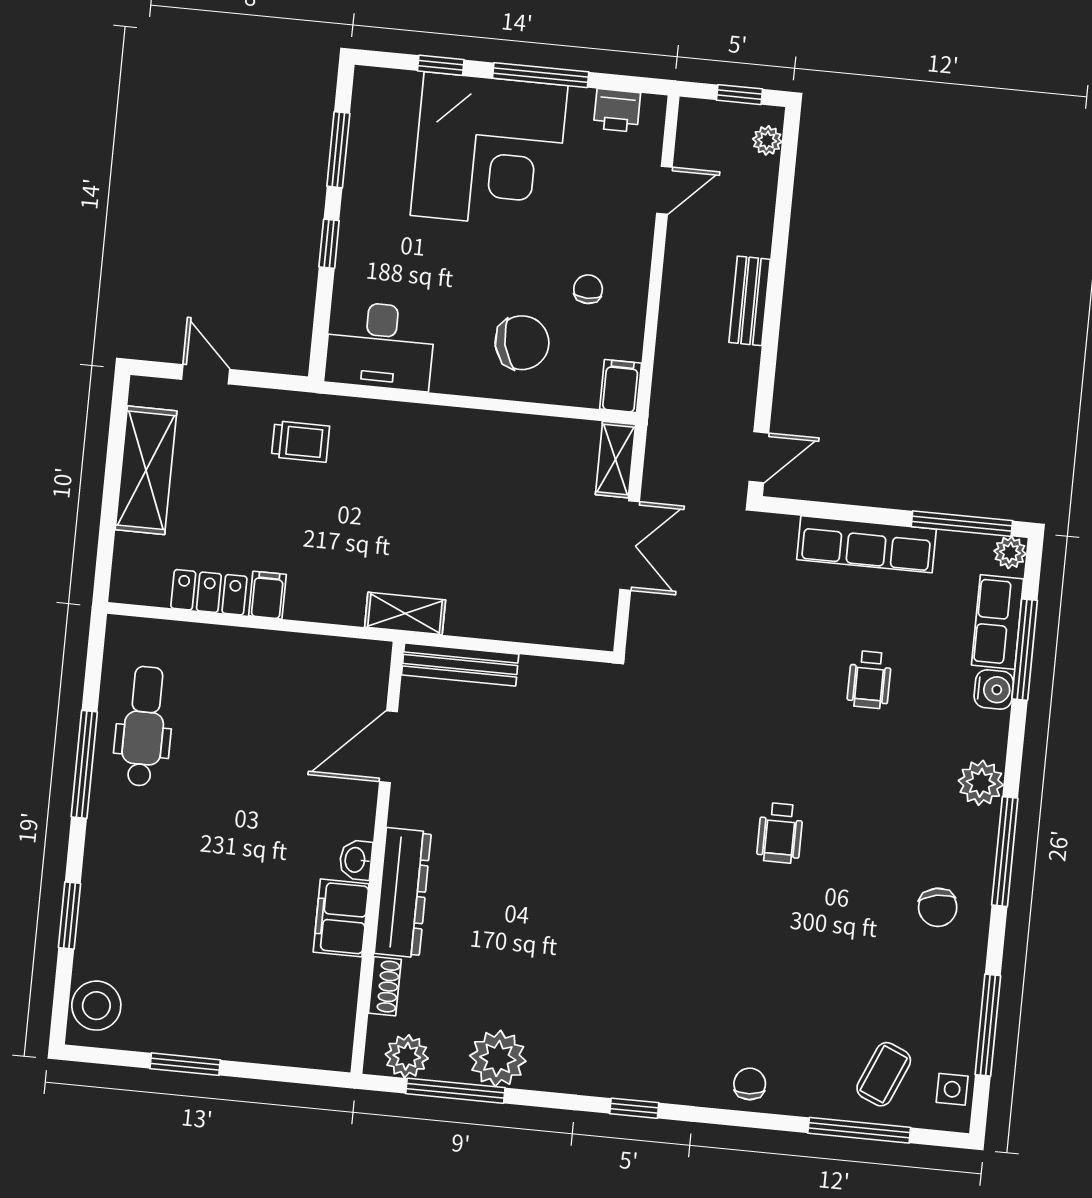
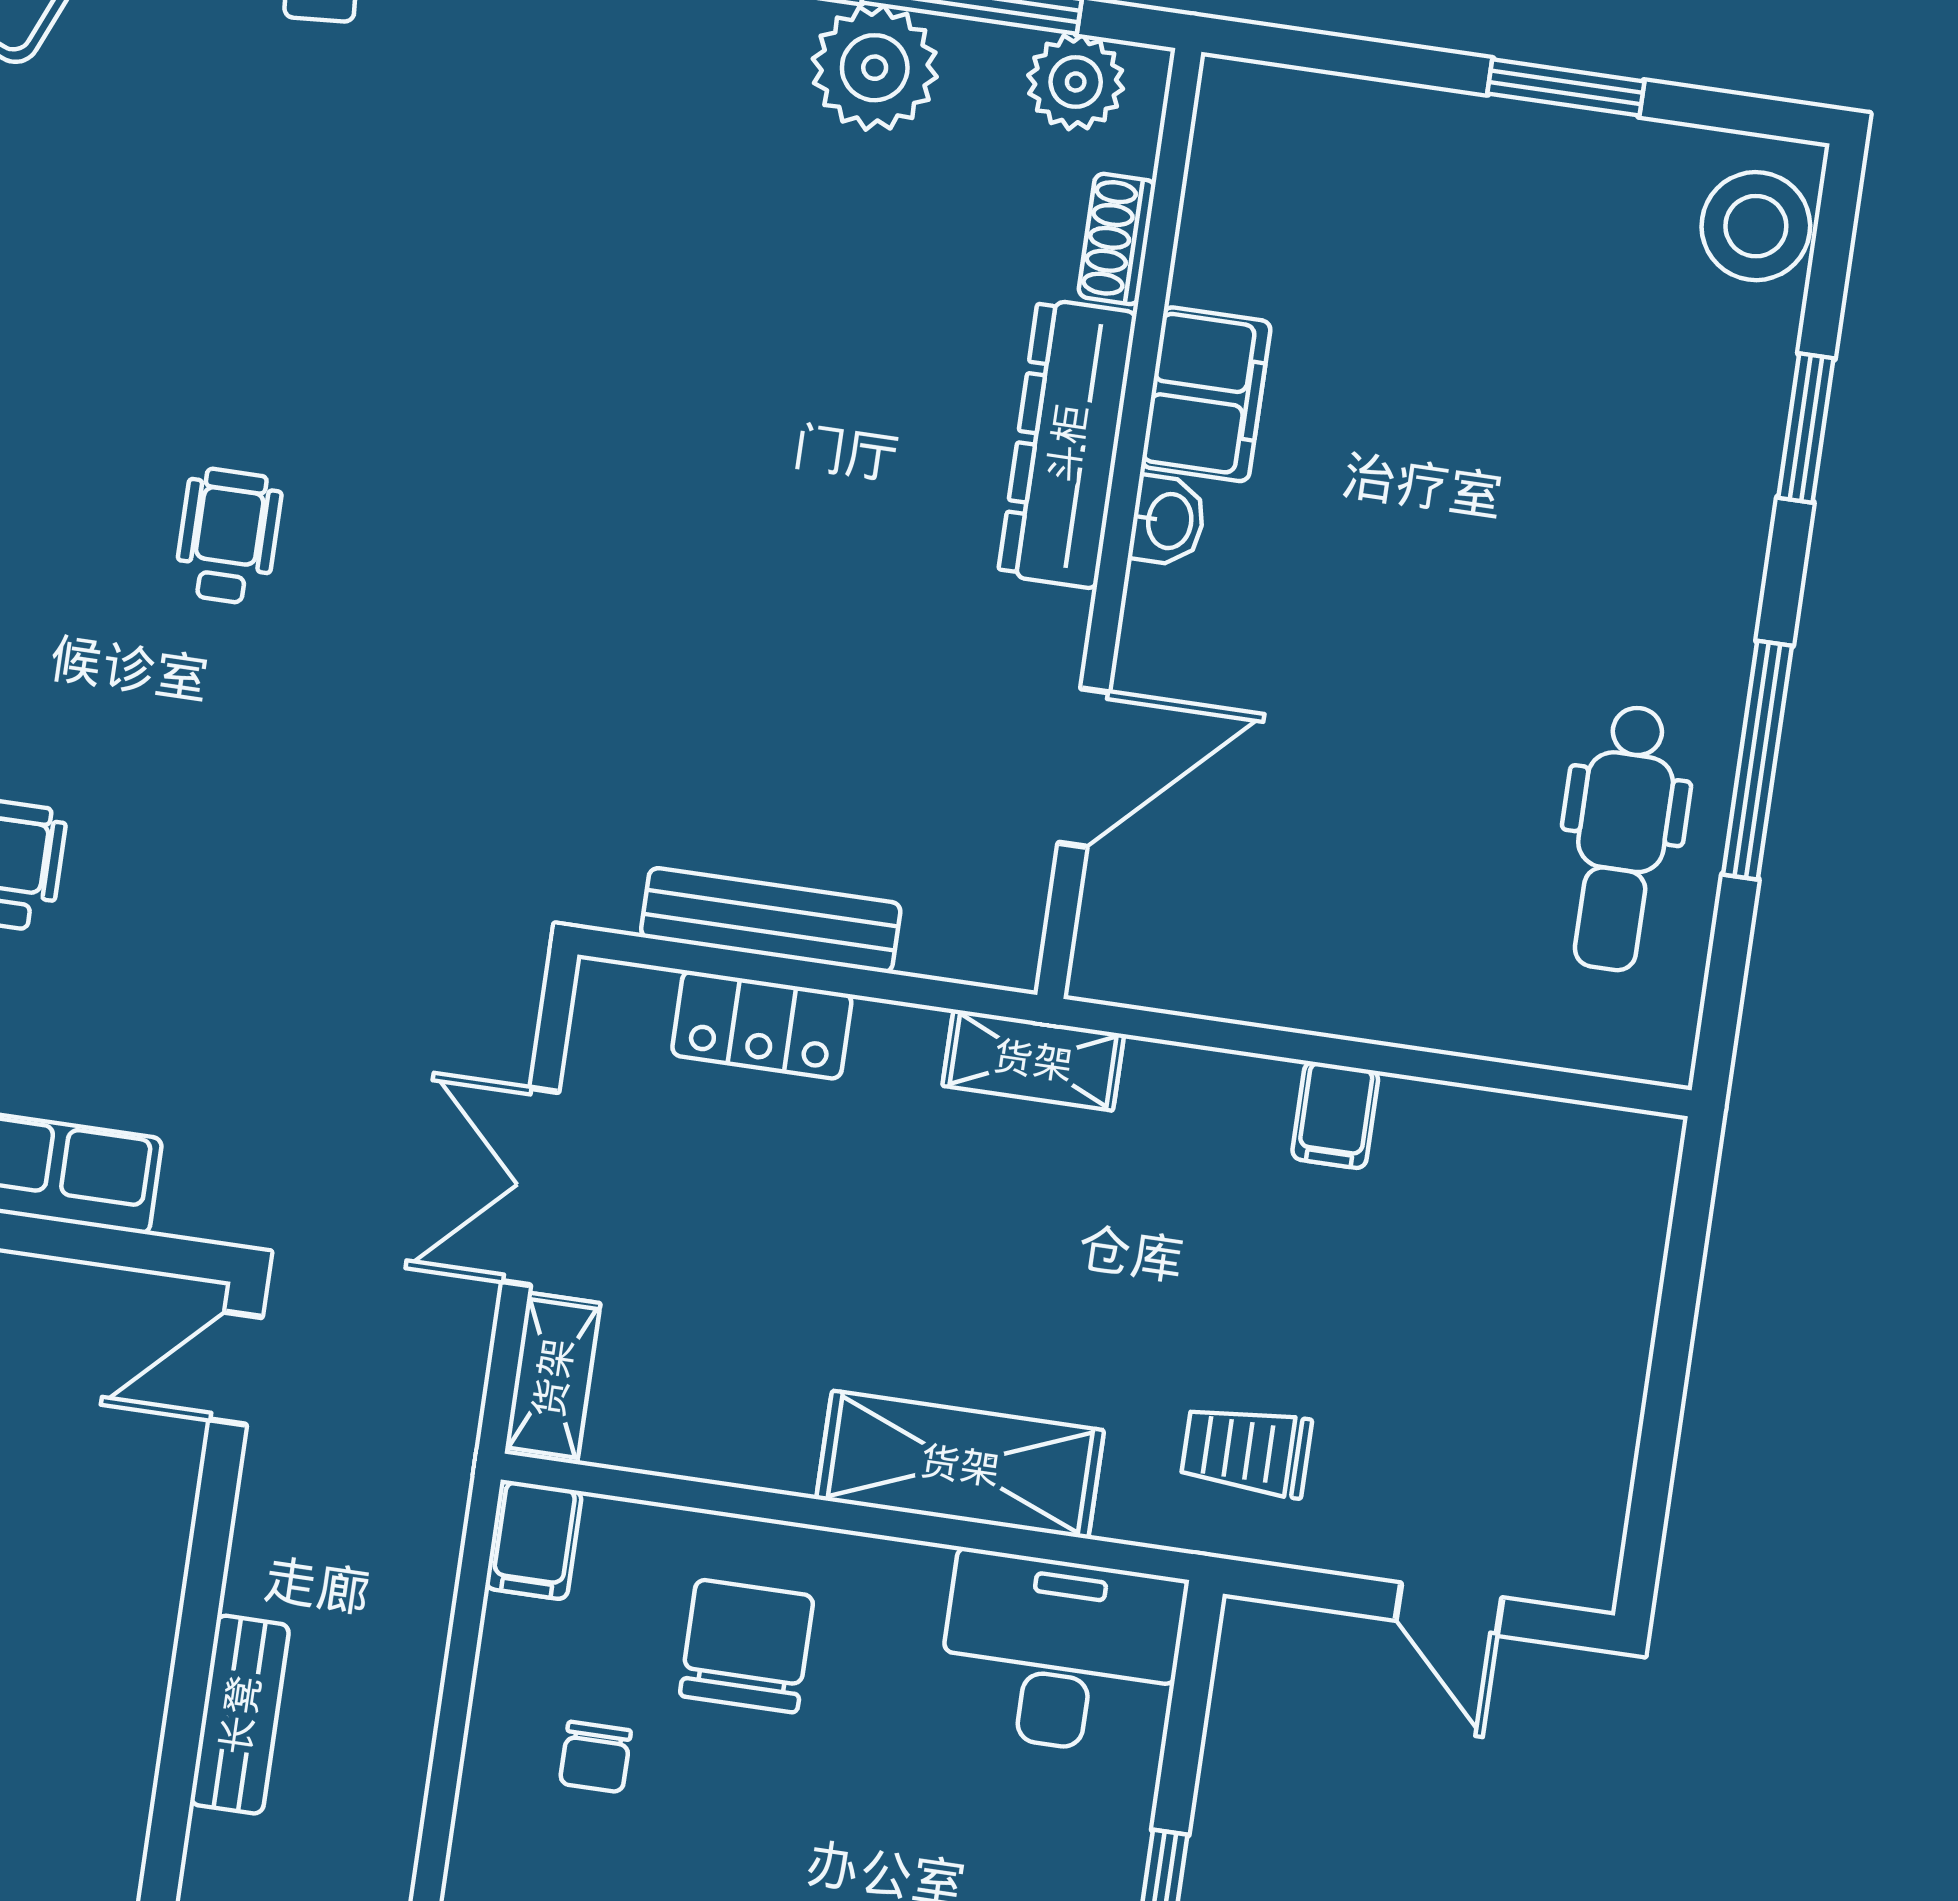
chair: (522, 343) -> (747, 1646), turned 103
shelving: (146, 470) -> (960, 1465), moved, turned 90
locker: (209, 592) -> (762, 1025), moved
bench: (460, 665) -> (771, 920), moved

